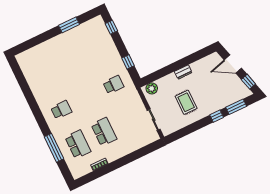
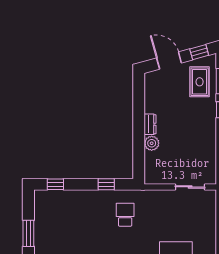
door: (233, 64) -> (169, 60), swing flipped
plant: (152, 88) -> (152, 143), moved
rug: (186, 102) -> (200, 82), moved, turned 90

